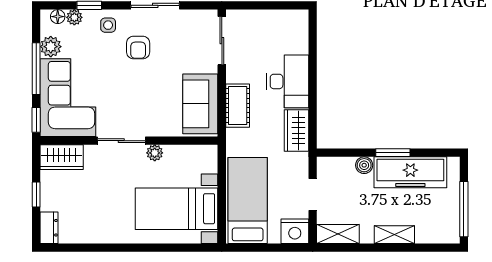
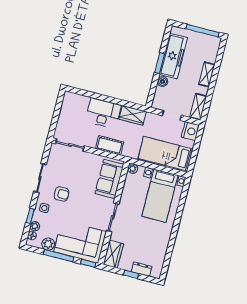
sofa: (200, 104) -> (109, 179), moved, turned 90
plant: (155, 153) -> (133, 169), moved
dresser: (49, 228) -> (142, 269), moved

